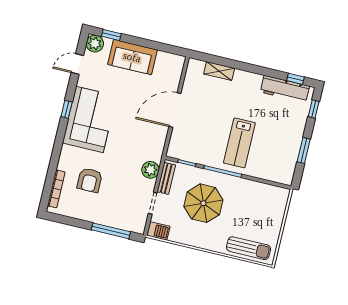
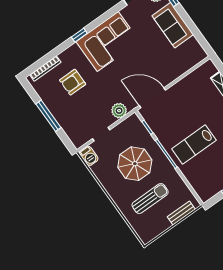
window: (67, 109) -> (79, 35), moved
door: (175, 110) -> (152, 98), moved
bench: (166, 178) -> (181, 213), moved
window: (111, 231) -> (48, 116), moved
sun lounger: (248, 248) -> (150, 199), moved, turned -90

